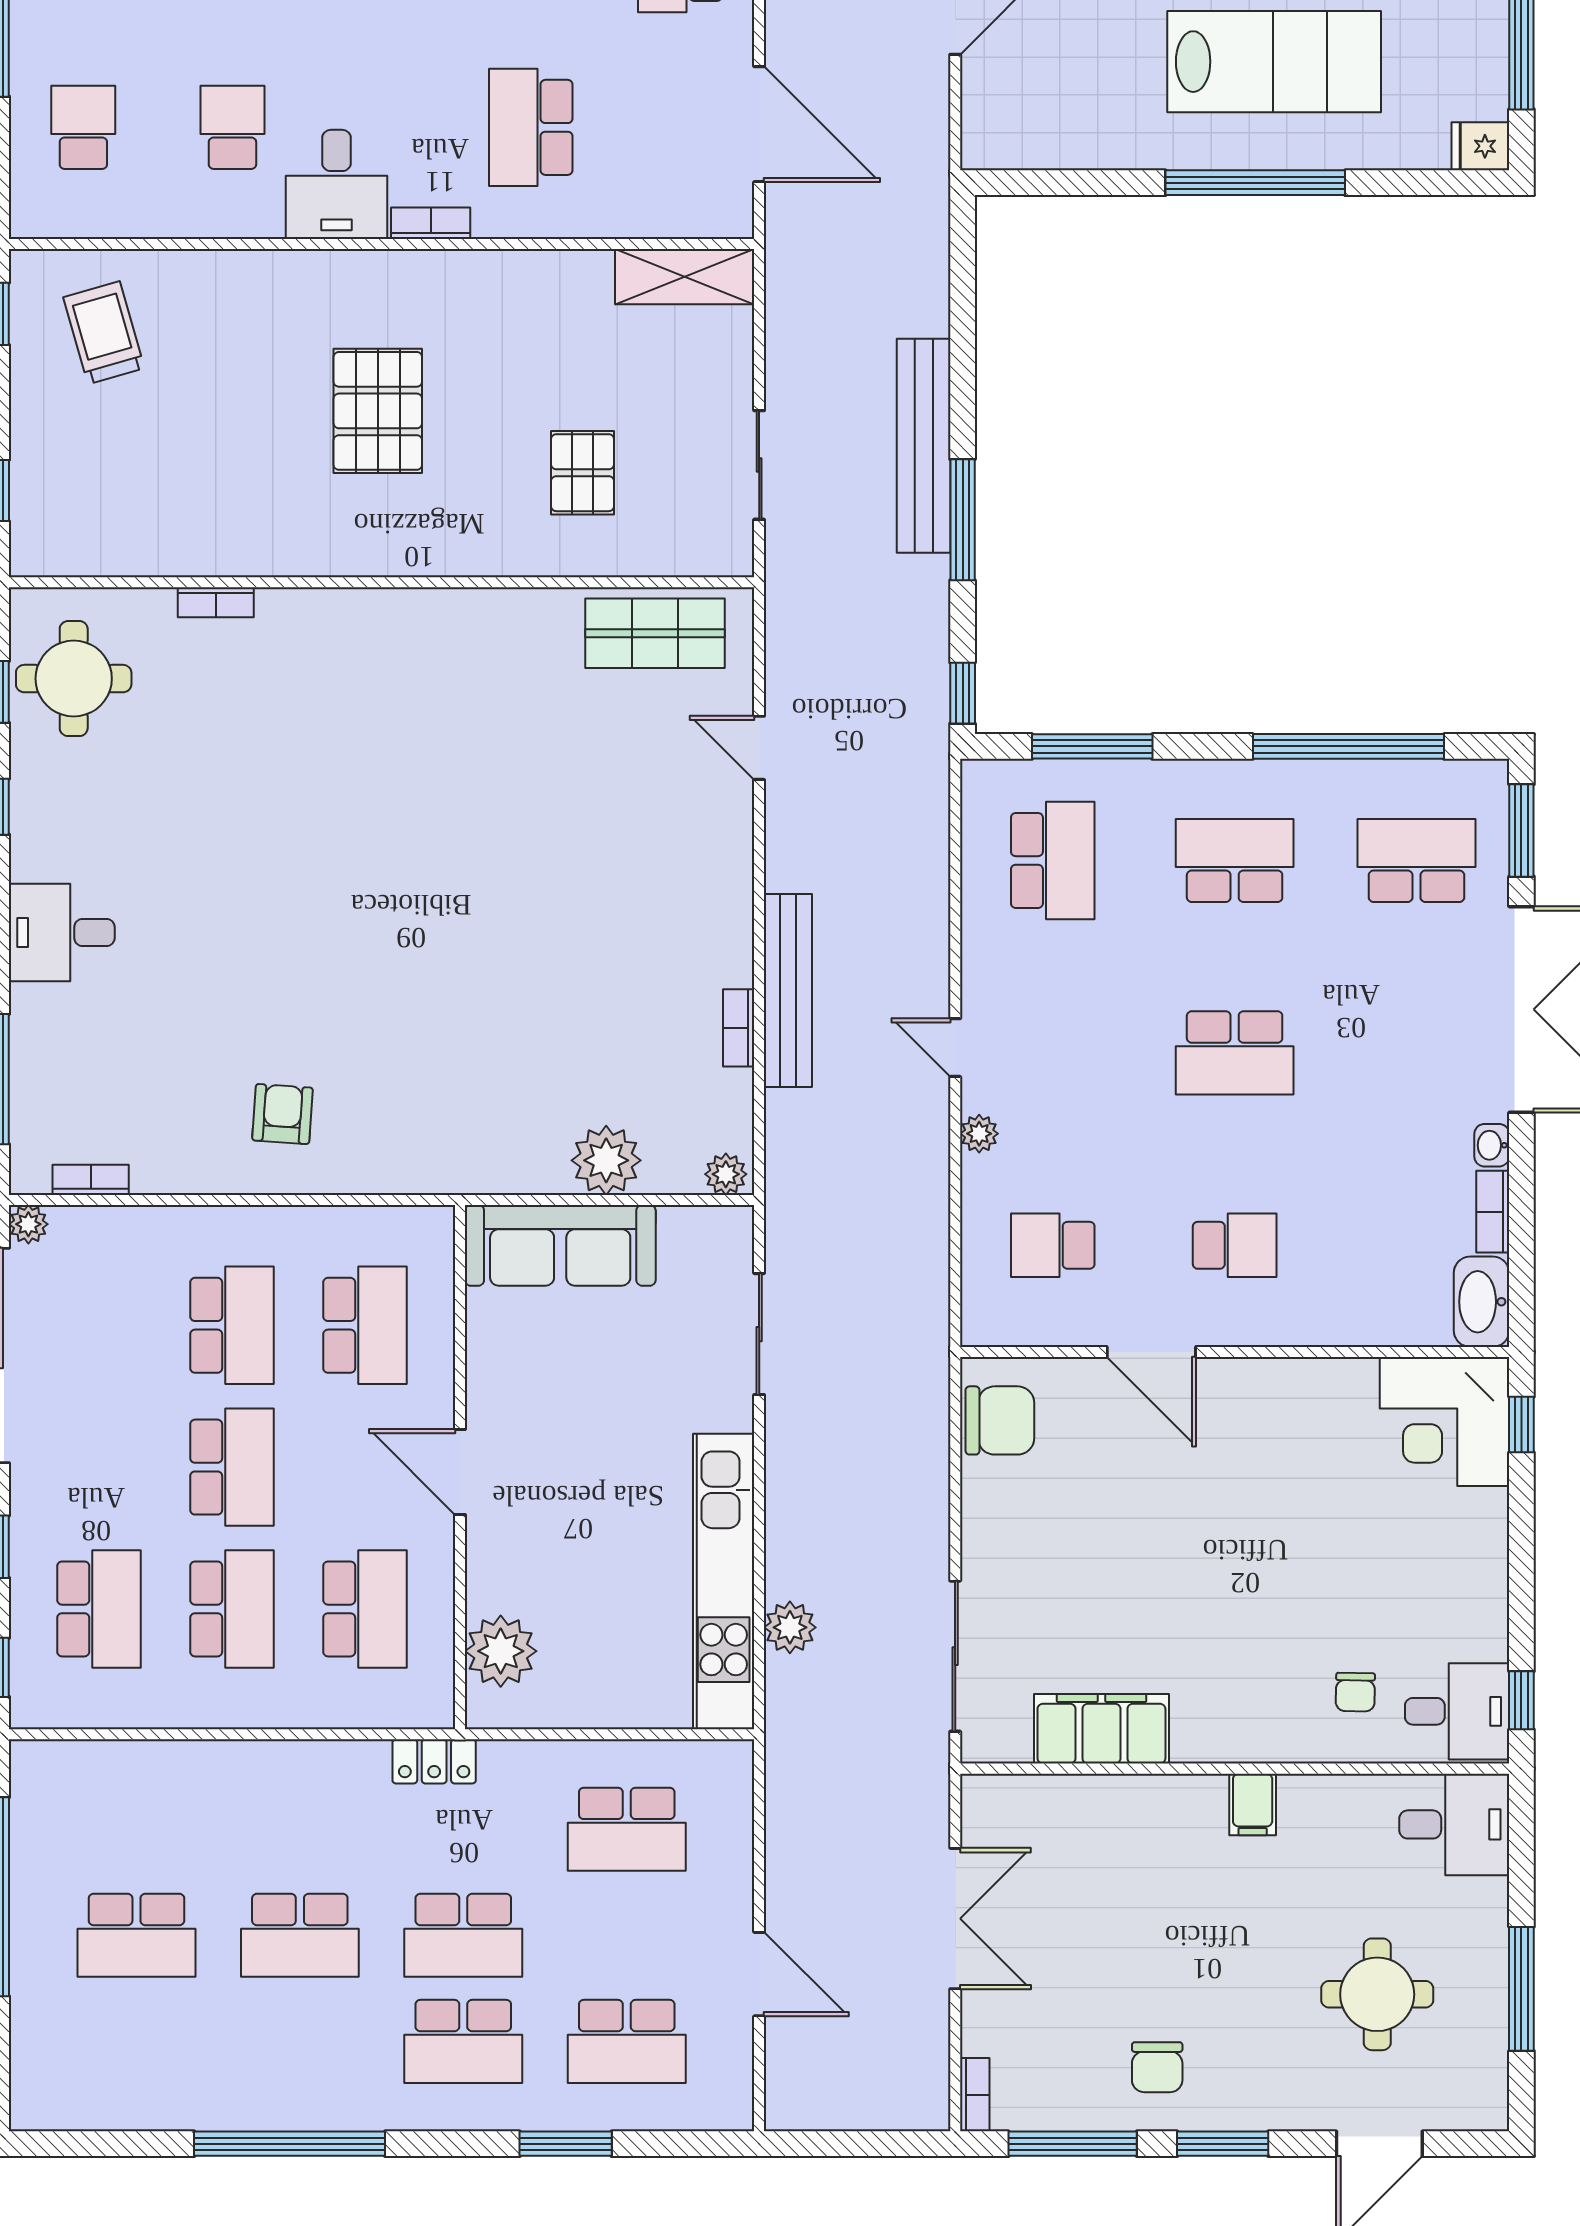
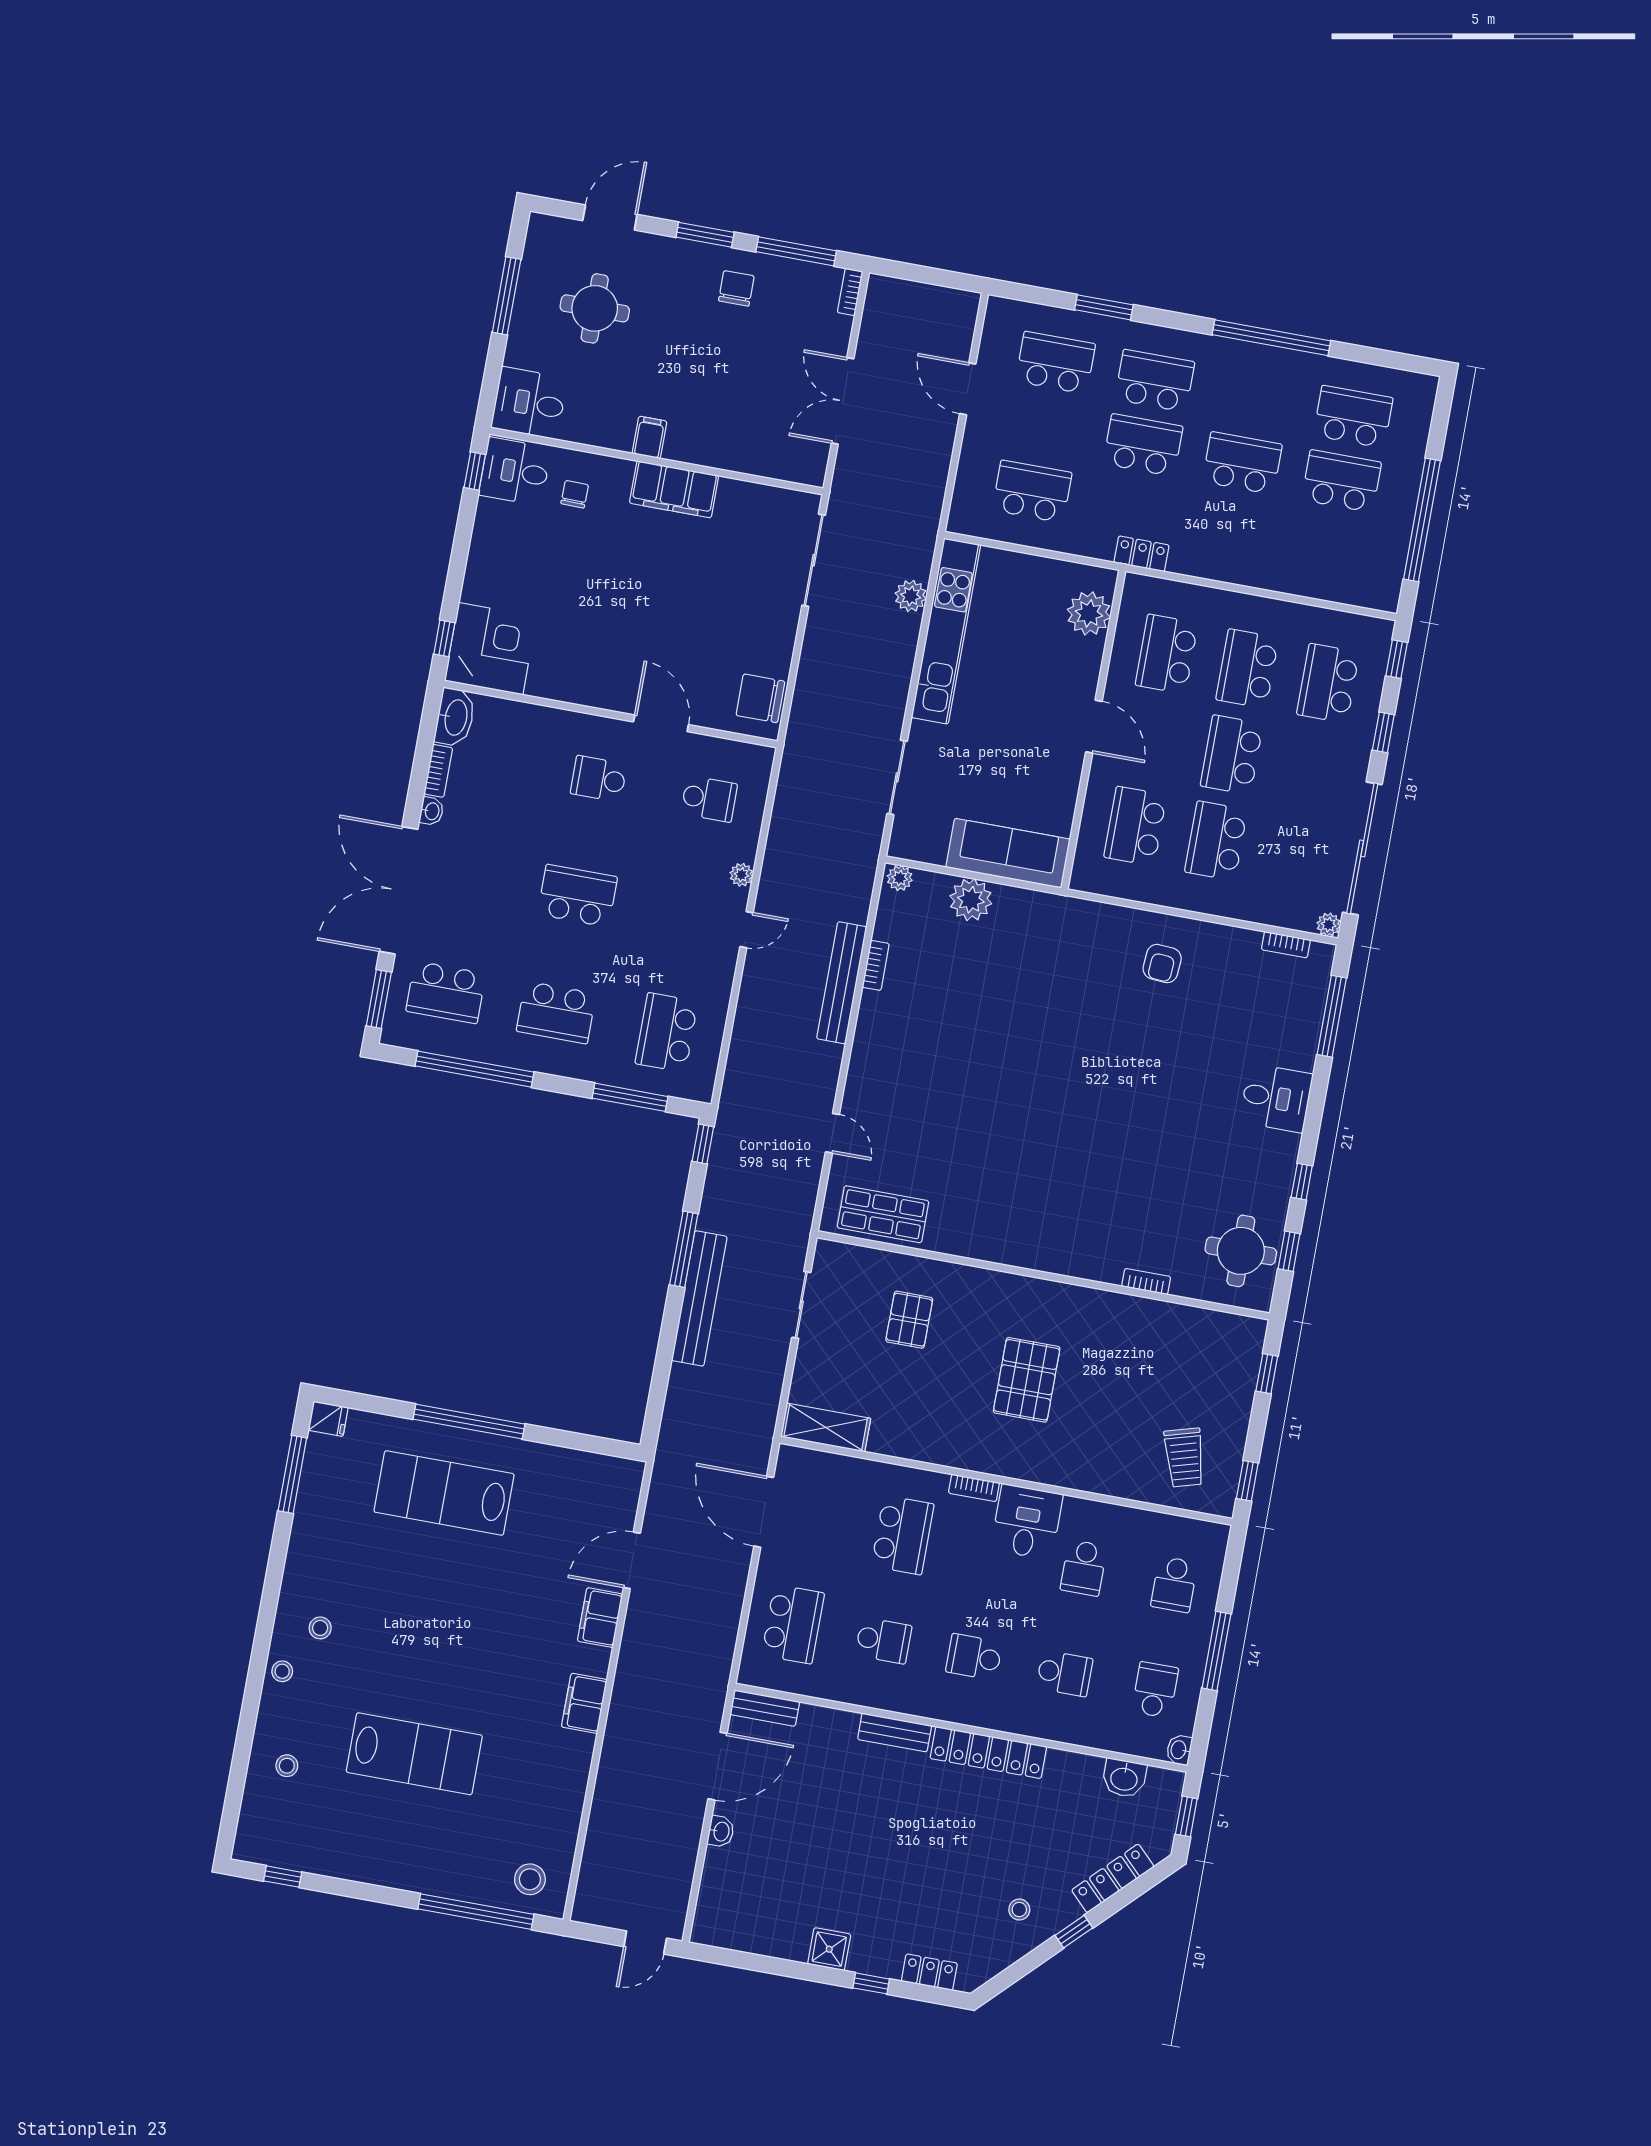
door: (955, 1048) -> (746, 930), hinge flipped
filing cabinet: (1101, 1729) -> (674, 489), moved
school desk: (136, 2041) -> (1353, 417), added

